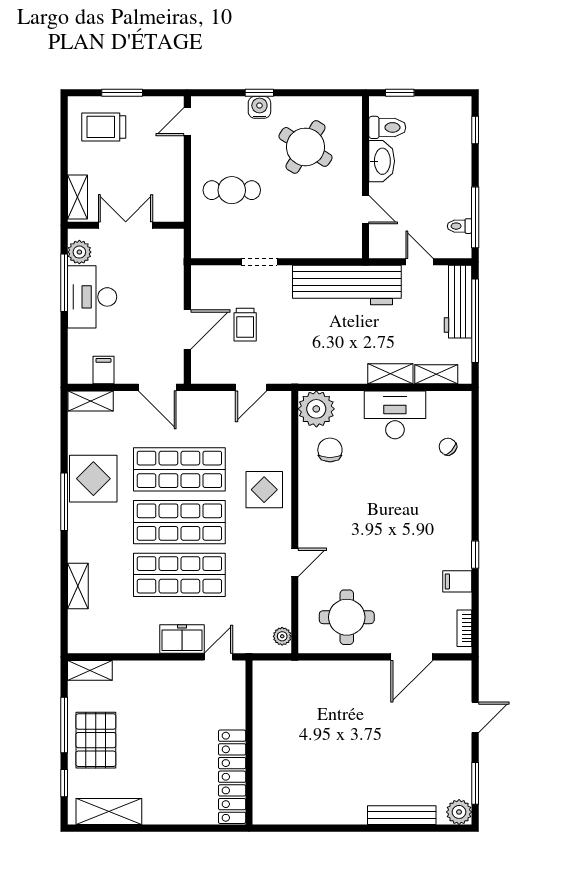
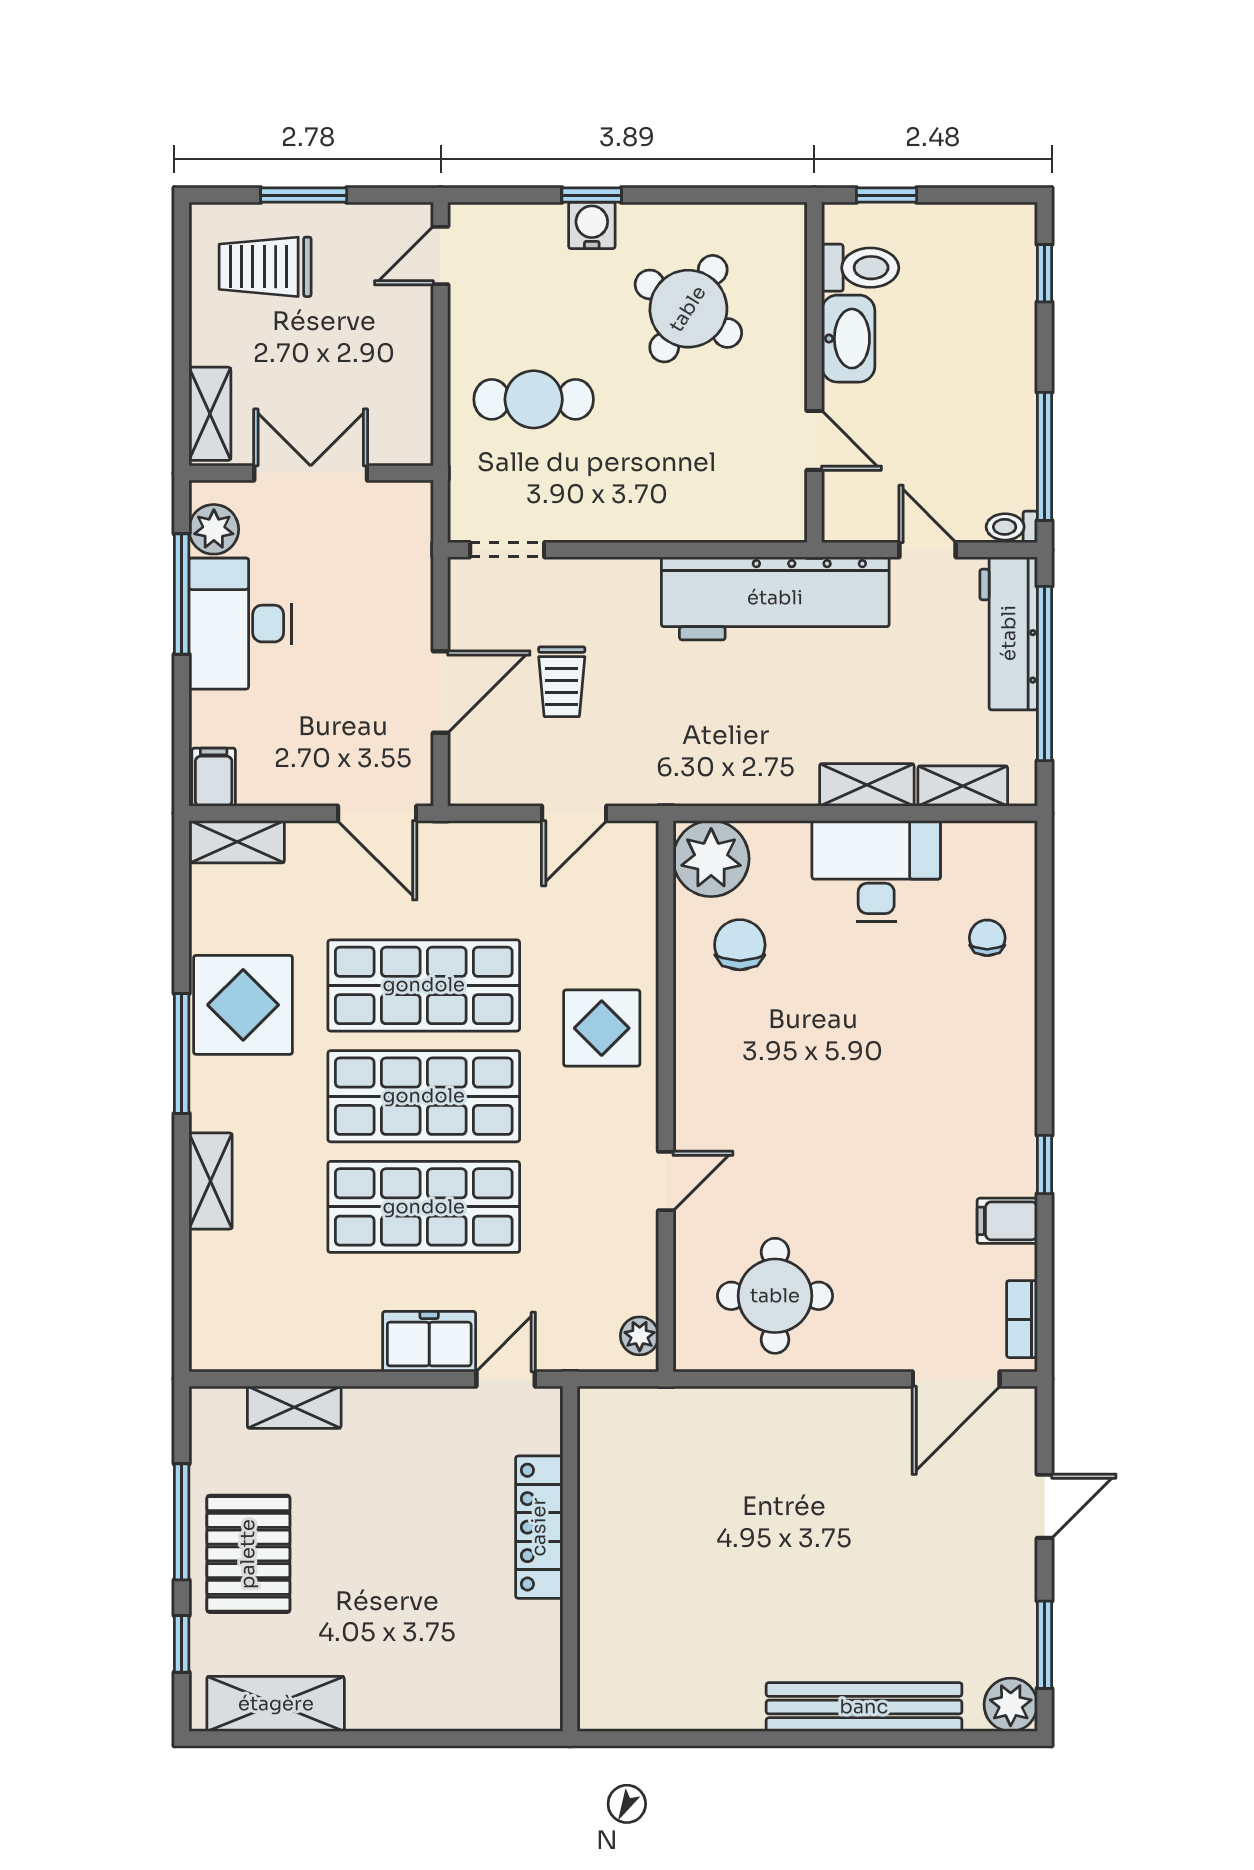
toilet: (460, 226) -> (1012, 527), moved
doorway: (259, 262) -> (507, 550), moved
filing cabinet: (103, 370) -> (214, 777), moved
chair: (448, 447) -> (987, 938), turned 48
shelving: (78, 586) -> (210, 1181), moved
door: (412, 657) -> (956, 1379), moved
shelving: (90, 670) -> (294, 1407), moved
locker: (232, 777) -> (539, 1527), moved, width x0.71, depth x0.83
bench: (402, 815) -> (864, 1707), width x1.37, depth x1.21

